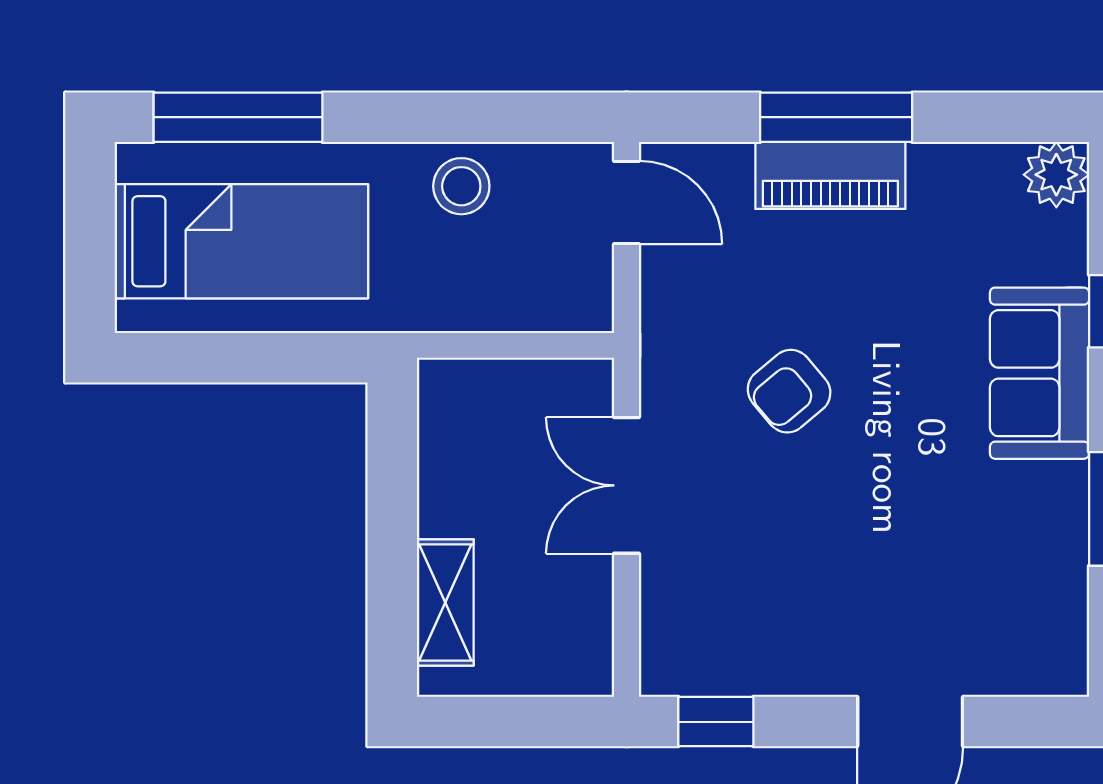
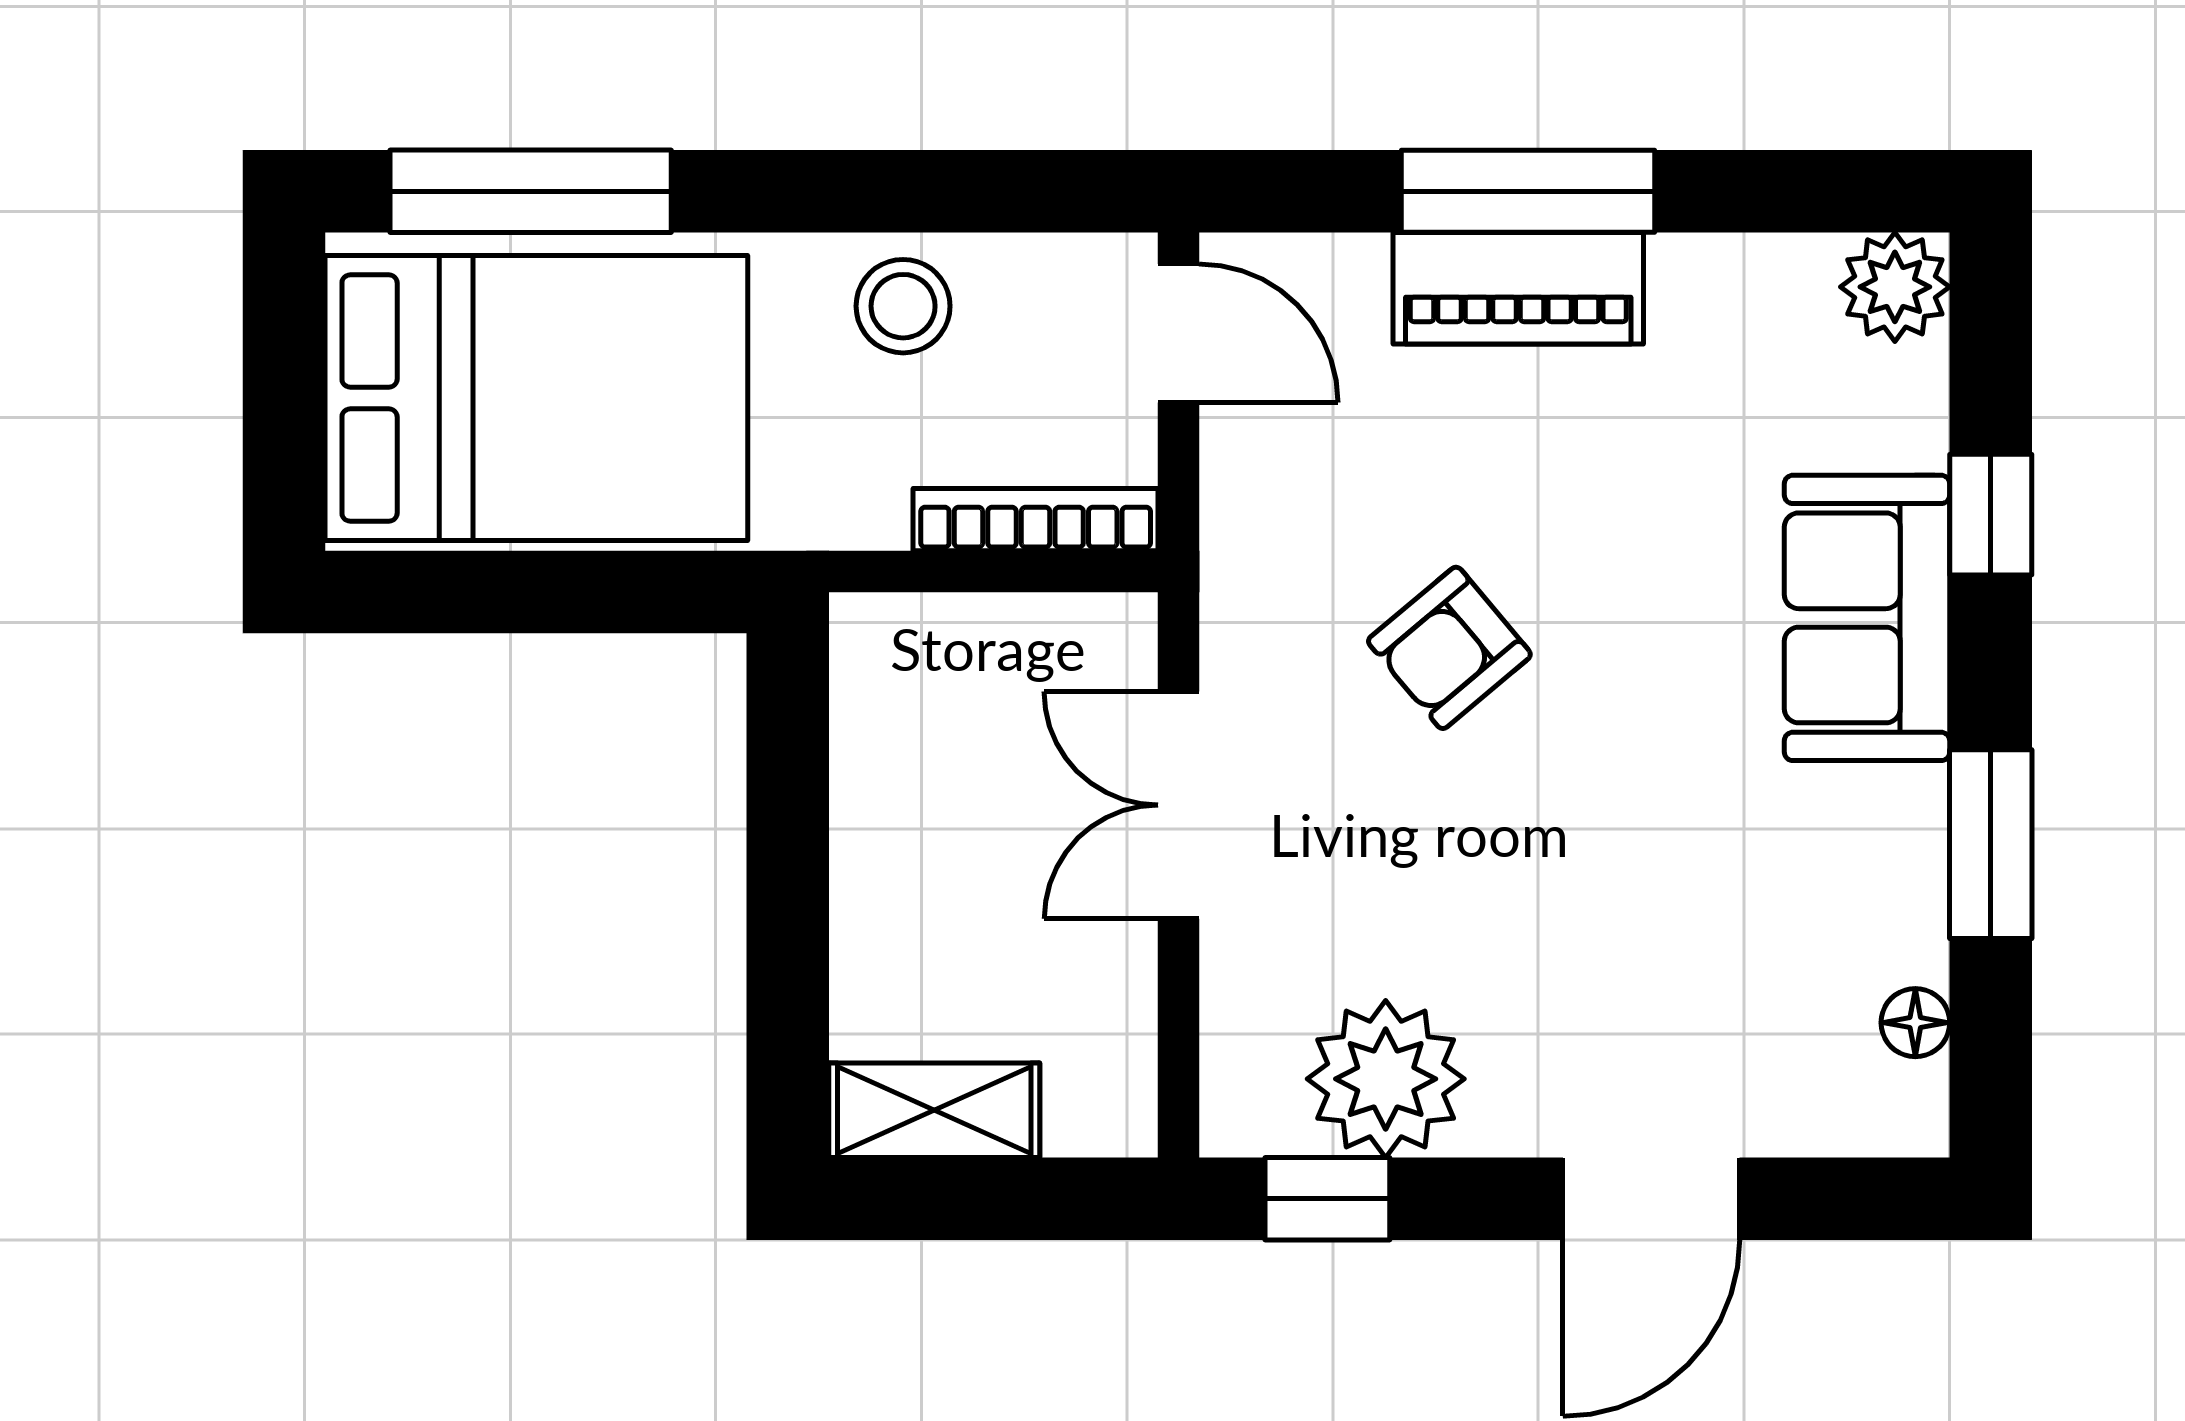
bed: (241, 241) -> (536, 398), width x1.50
bookcase: (541, 314) -> (1036, 520), added
shelving: (445, 602) -> (934, 1110), moved, turned 90
floor lamp: (1069, 616) -> (1915, 1023), added
plant: (751, 650) -> (1386, 1079), added

